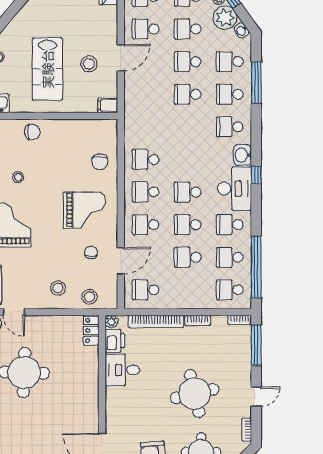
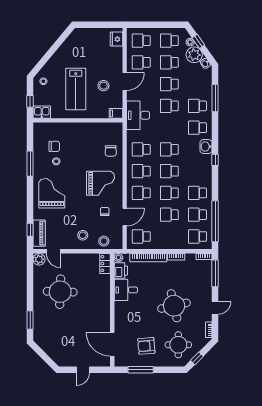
school desk: (230, 62) -> (169, 149), moved
chair: (32, 132) -> (54, 146), moved
desk: (234, 189) -> (138, 115), moved, turned 180

